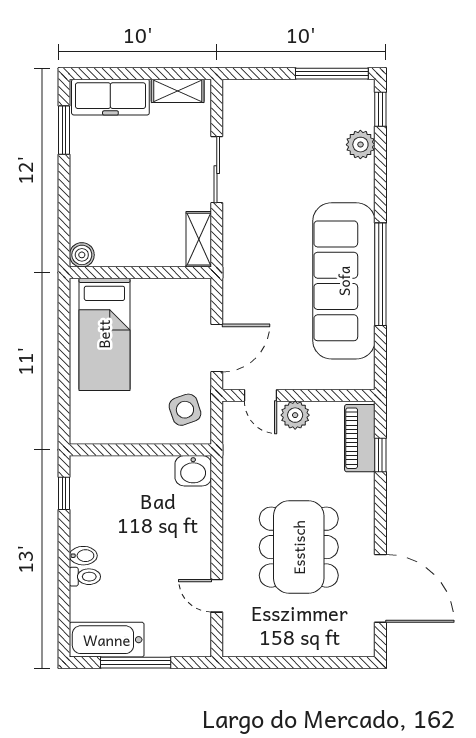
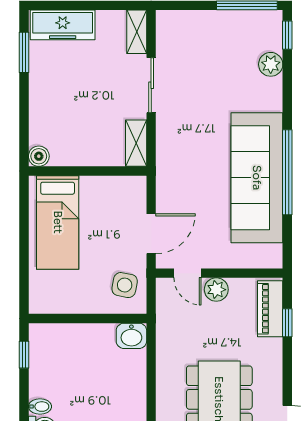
shelving: (178, 91) -> (137, 32), moved, turned 90
side table: (185, 410) -> (125, 285), turned 30

